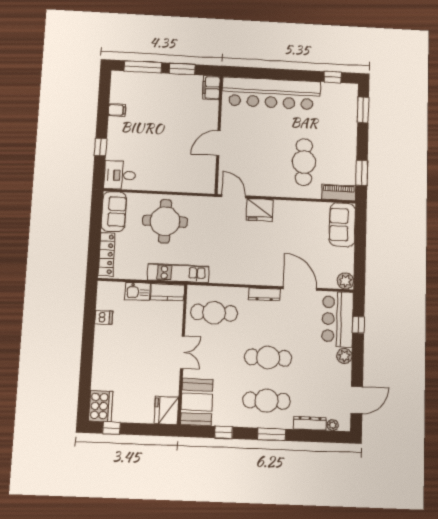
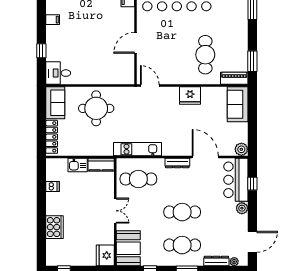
fridge: (260, 210) -> (190, 96), moved
kitchen unit: (178, 273) -> (137, 149), moved
cooker: (101, 406) -> (55, 227), moved

